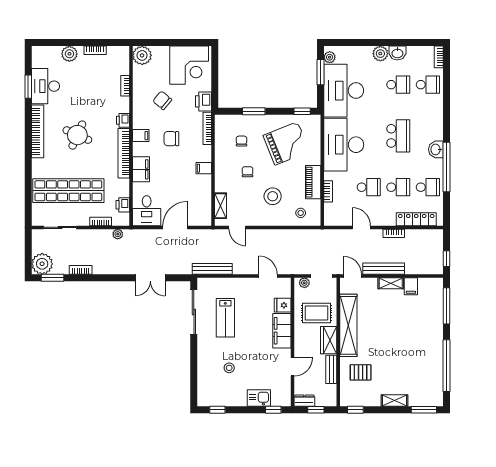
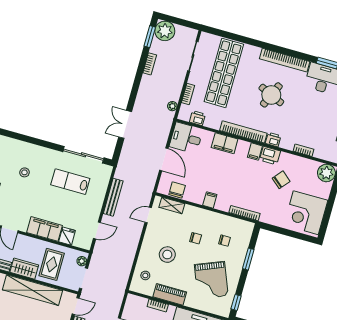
printer: (204, 101) -> (270, 156), moved, turned 180
chair: (171, 139) -> (177, 190), moved
bench: (212, 269) -> (113, 197), moved

